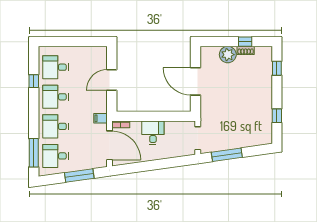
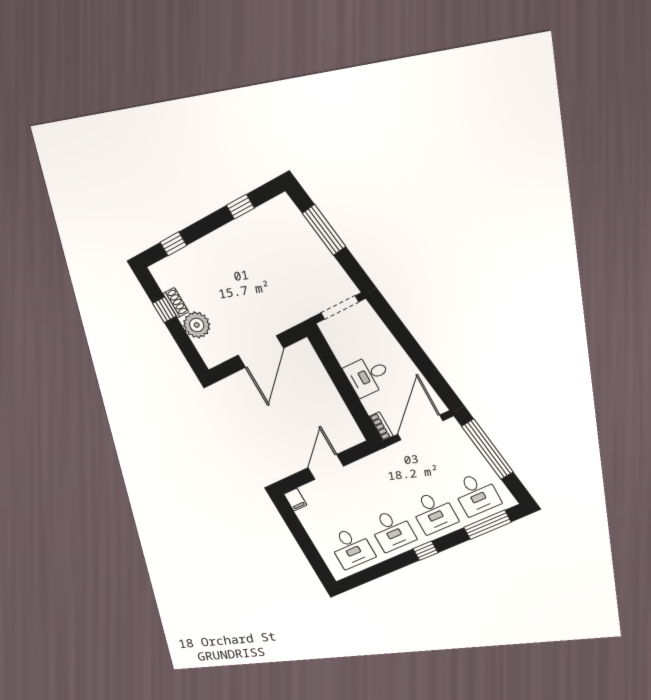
door: (112, 80) -> (326, 467), swing flipped
window: (34, 81) -> (425, 551), moved
filing cabinet: (101, 118) -> (295, 500), moved
window: (227, 155) -> (324, 230), moved
window: (79, 175) -> (487, 449), width x1.46

